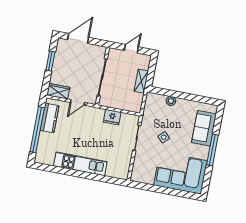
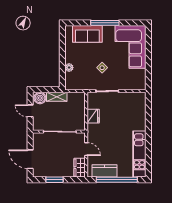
boiler: (143, 62) -> (40, 98), added
kitchen unit: (80, 164) -> (139, 154), moved

